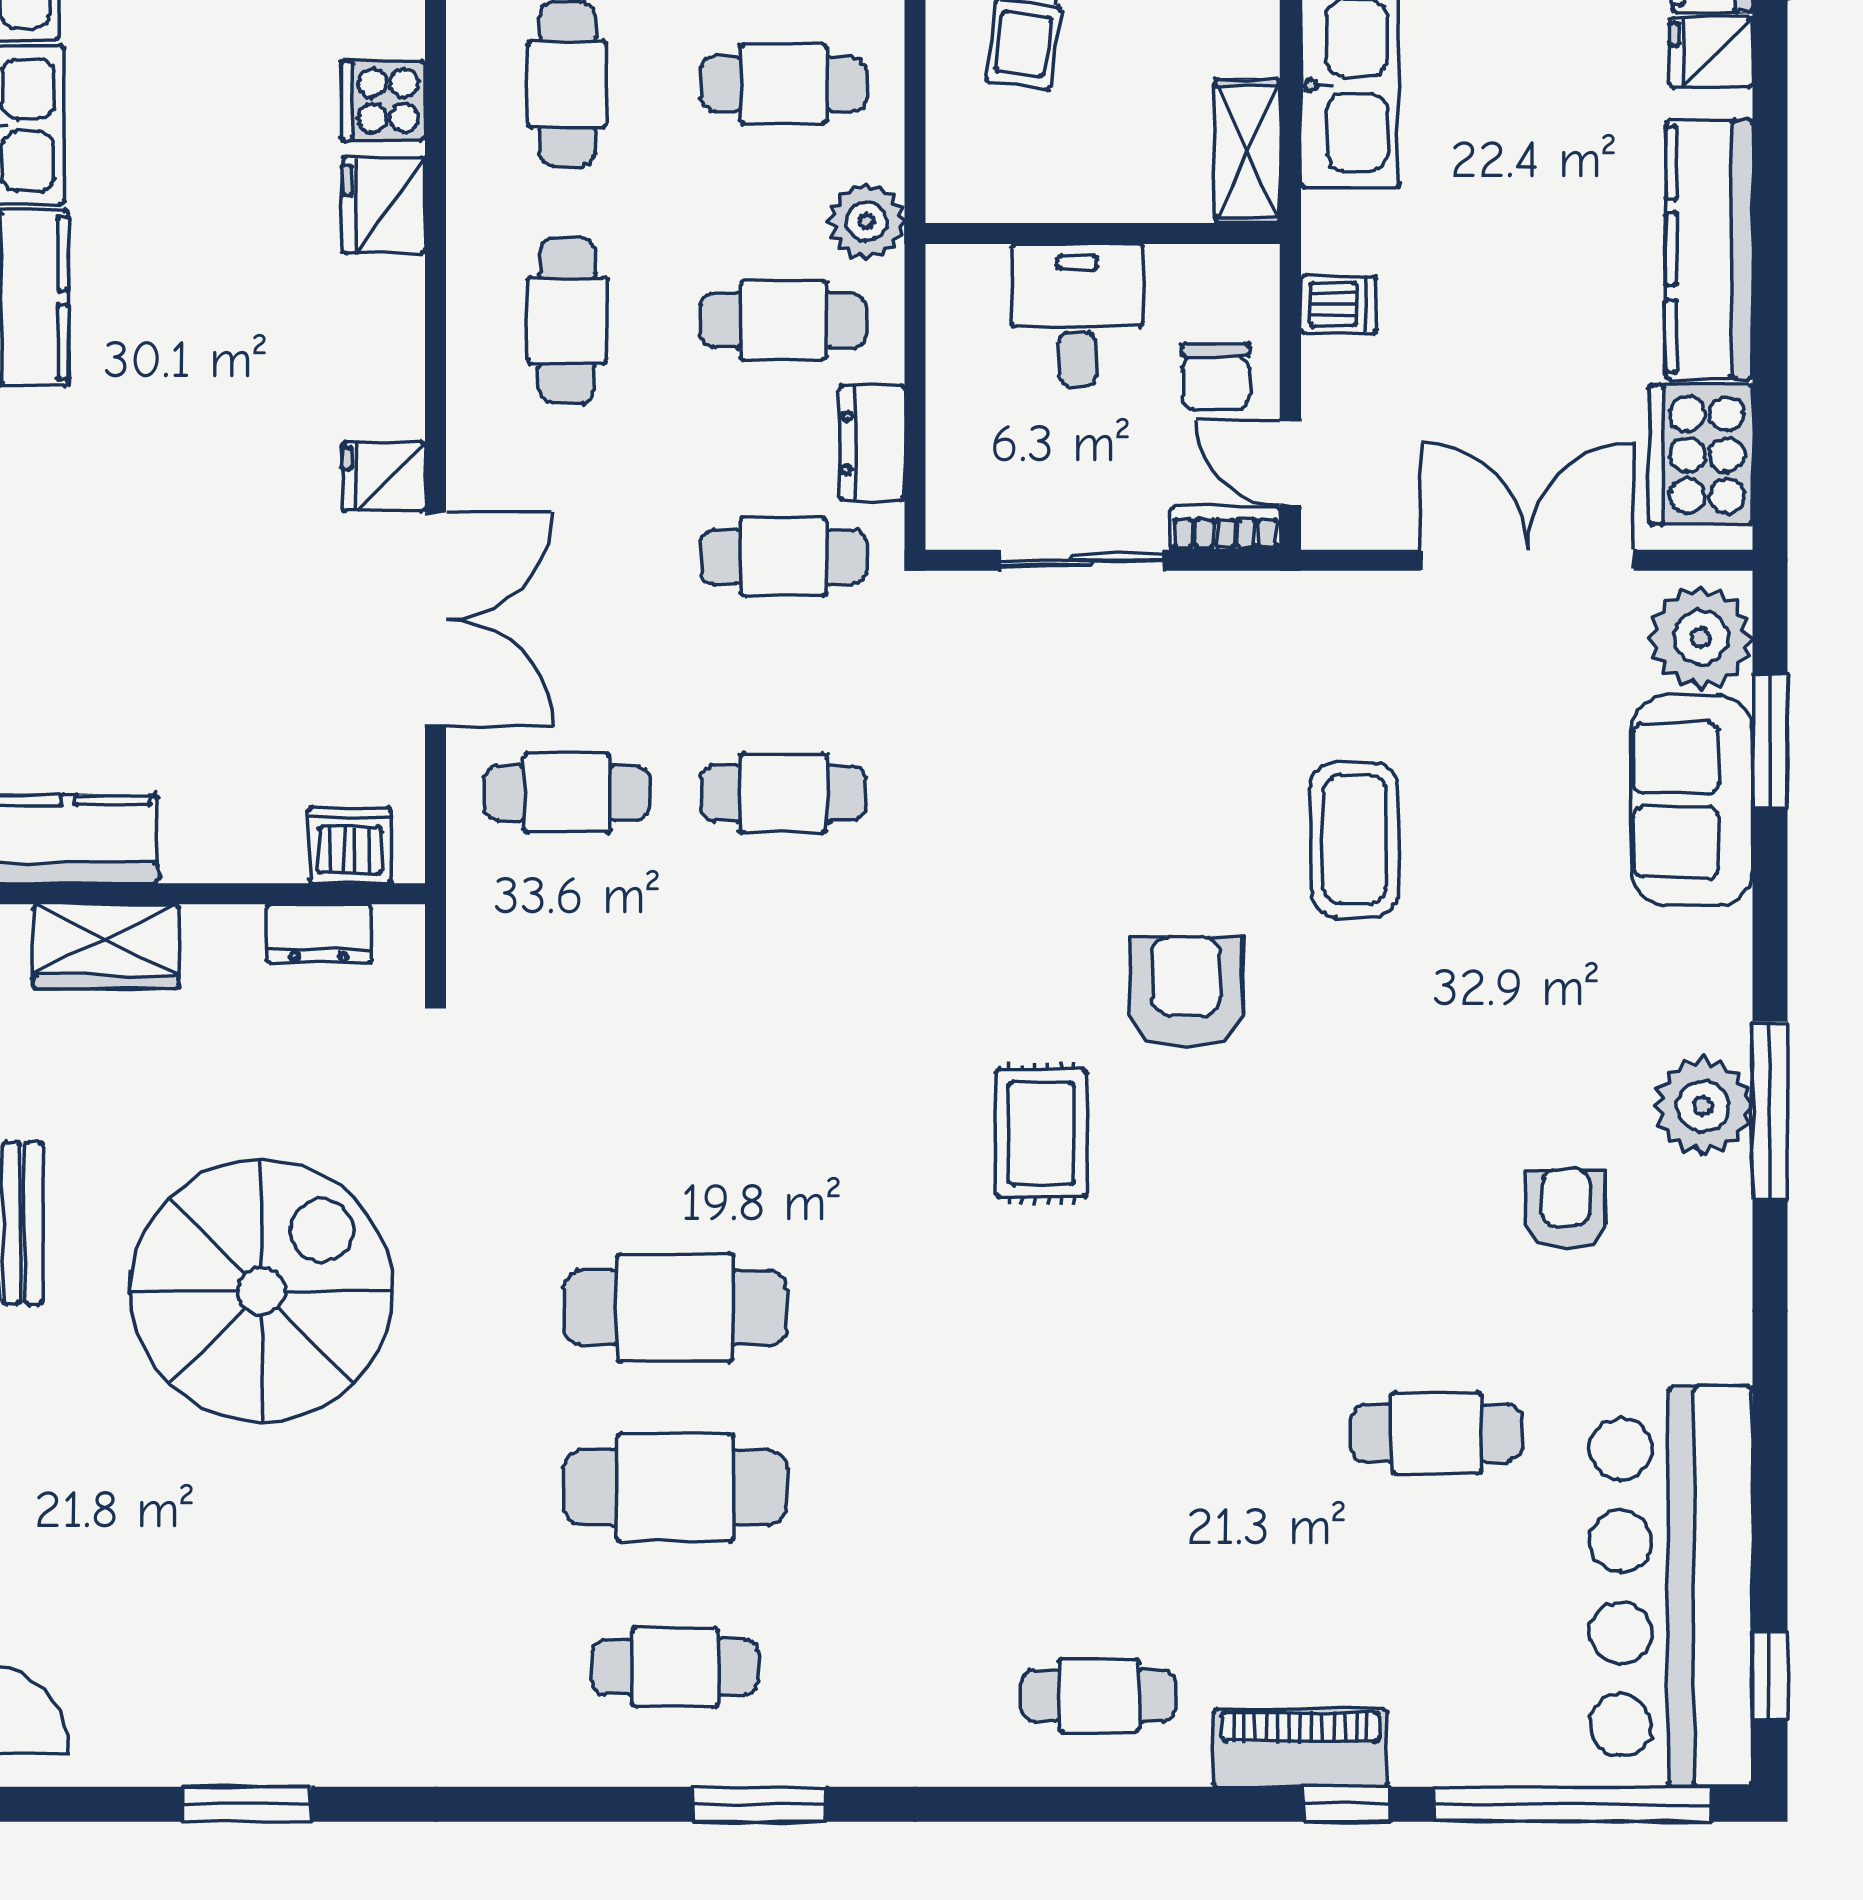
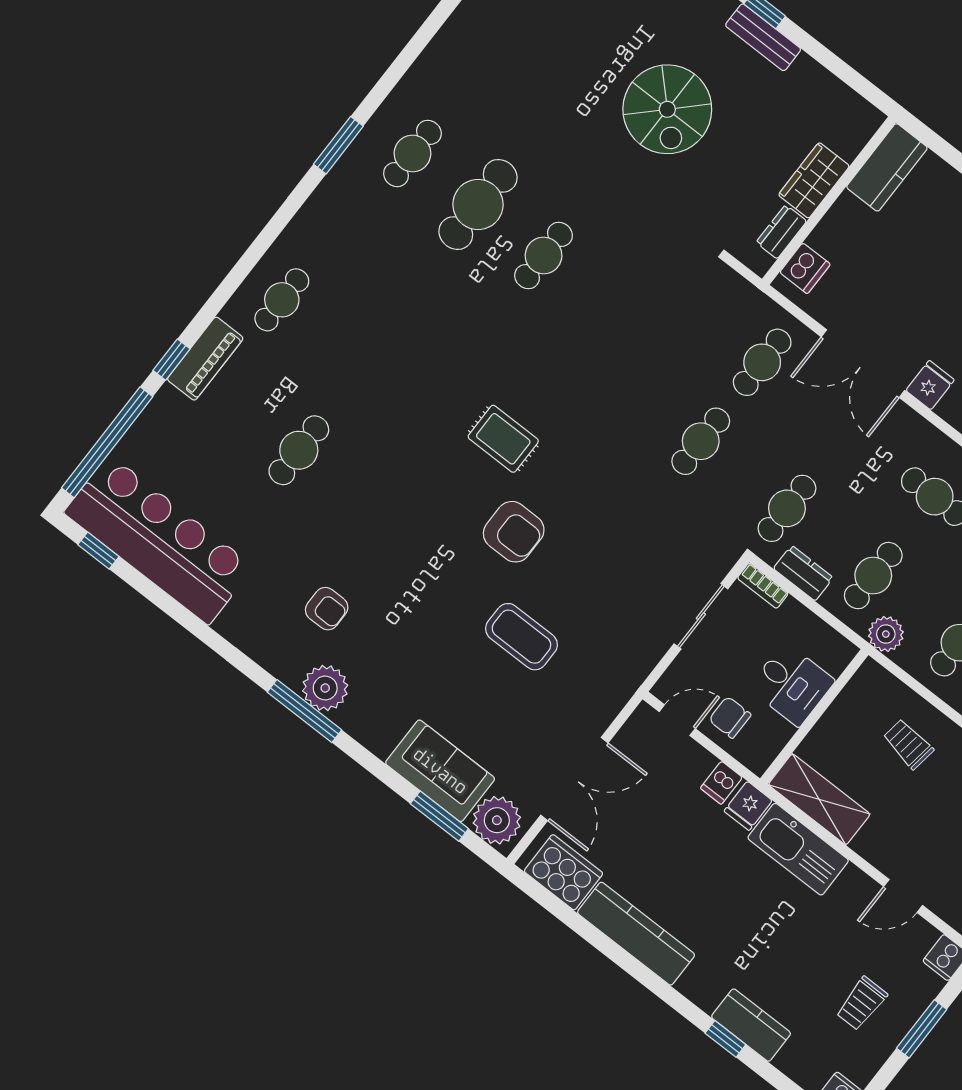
fridge: (1711, 52) -> (748, 806), moved, turned 180
shelving: (1248, 151) -> (819, 799), width x1.50, depth x1.33
bookcase: (1225, 528) -> (763, 586), moved, turned 90
wardrobe: (106, 946) -> (814, 180), moved
spiral stairs: (261, 1291) -> (667, 109), width x0.73, depth x0.73
cafe table: (675, 1308) -> (544, 255), width x0.73, depth x0.74
cafe table: (1437, 1433) -> (299, 450), moved

